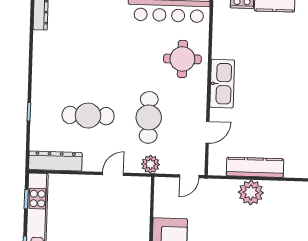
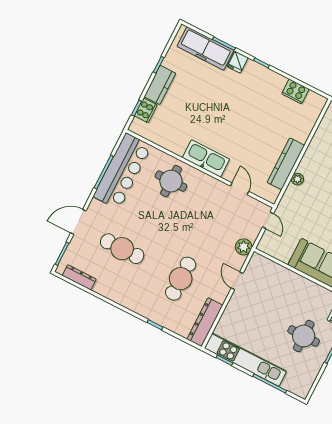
cafe table: (149, 117) -> (122, 249), moved
plant: (251, 192) -> (297, 179), width x0.53, depth x0.53

